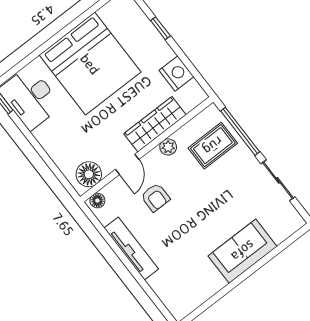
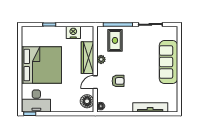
door: (127, 164) -> (95, 82), swing flipped
tv unit: (131, 249) -> (150, 107), moved
sofa: (243, 251) -> (168, 62), width x1.36

